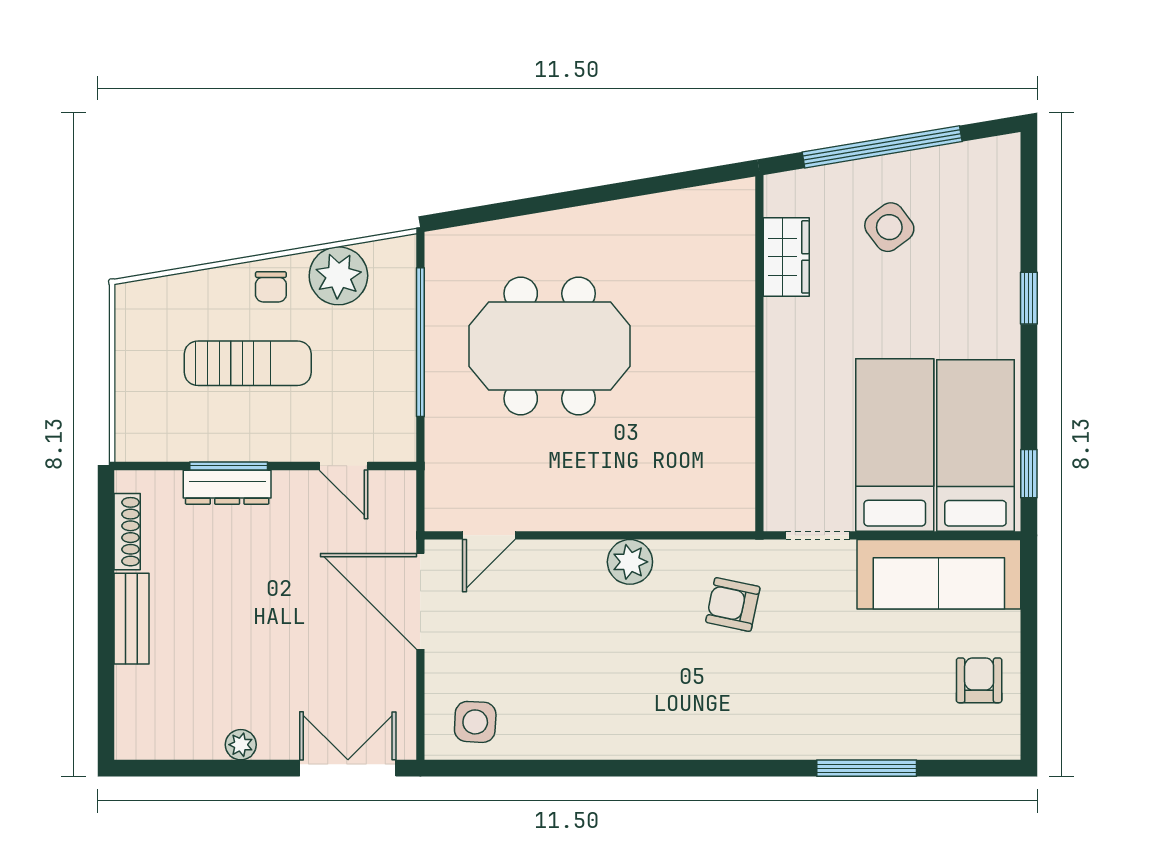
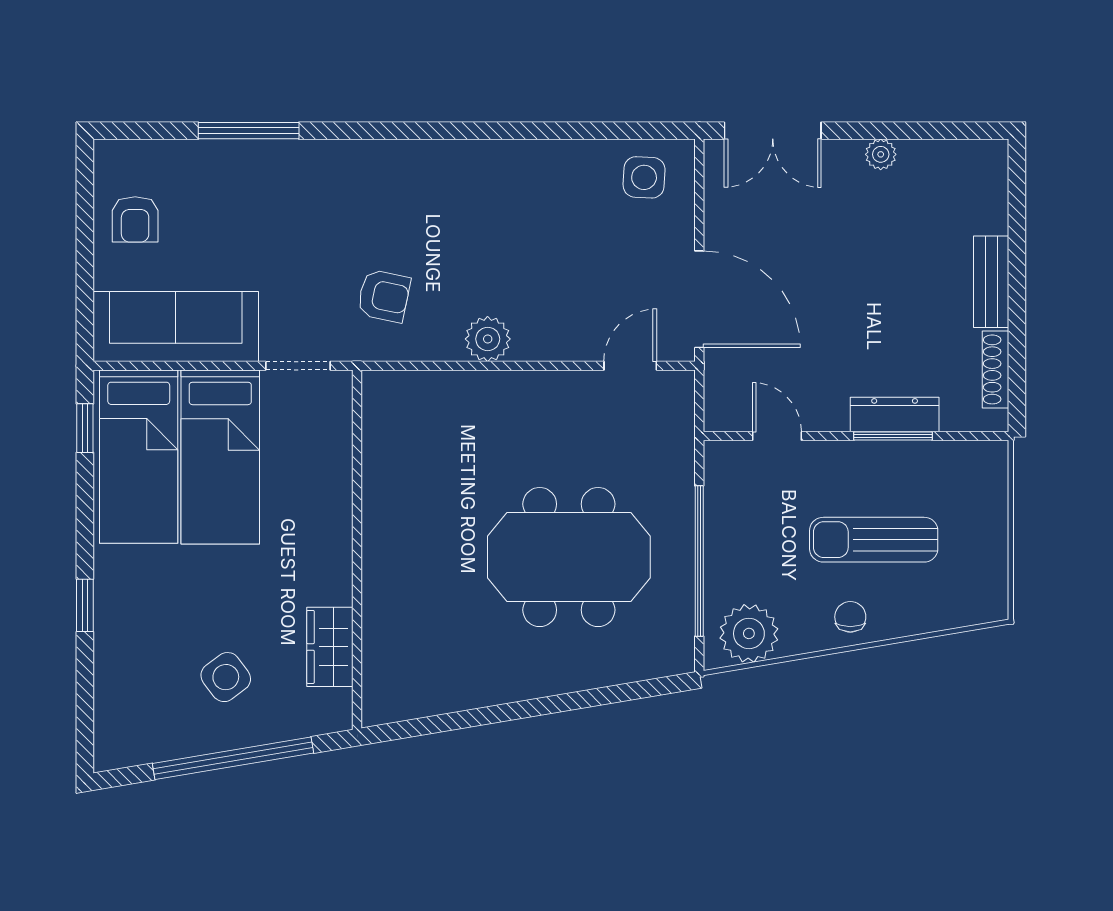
plant: (338, 276) -> (749, 633), moved

